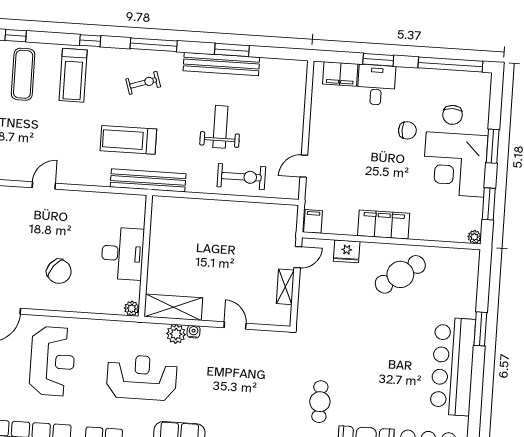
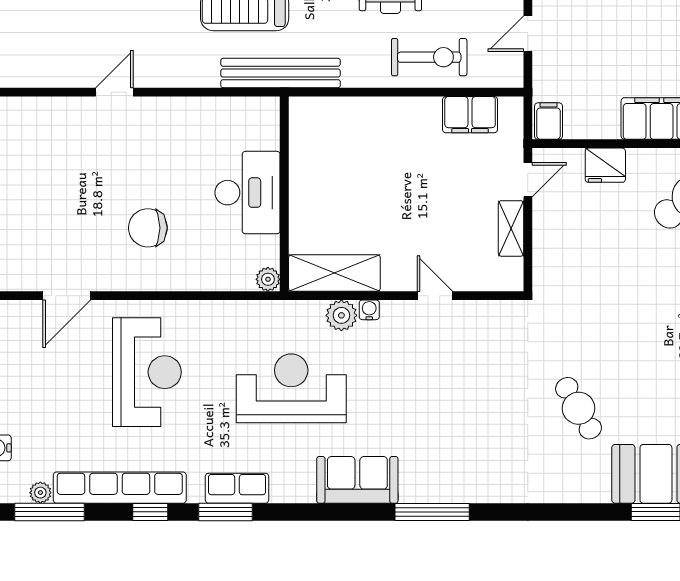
filing cabinet: (264, 214) -> (470, 115), added
chair: (59, 271) -> (148, 228), turned 142
cafe table: (320, 402) -> (579, 408), turned -30

